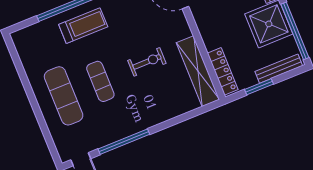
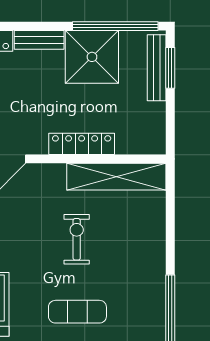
locker: (223, 71) -> (82, 144), moved
window: (259, 87) -> (170, 68), moved

